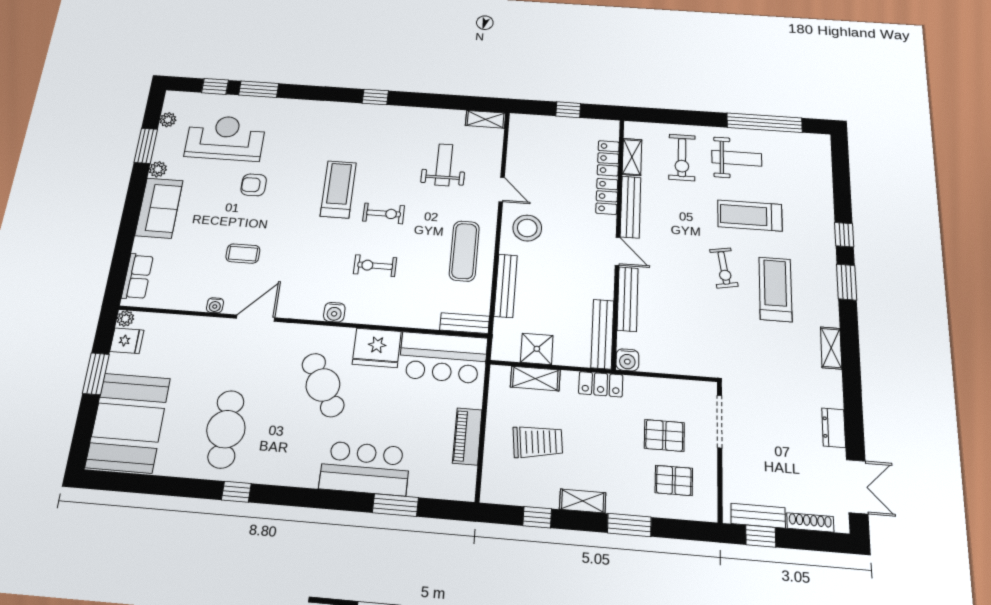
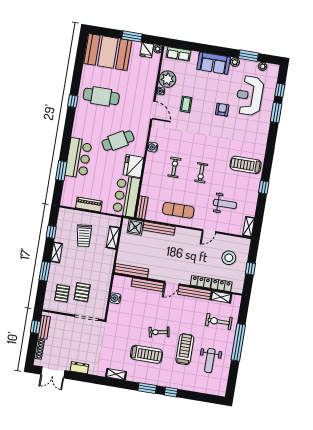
window: (375, 97) -> (264, 187), moved
window: (765, 123) -> (238, 342), moved
reception desk: (225, 138) -> (250, 96), turned 180
weight bench: (737, 158) -> (210, 361), moved
treadmill: (338, 189) -> (246, 165), moved, turned 180
stool: (527, 228) -> (229, 258), moved
plant: (190, 294) -> (167, 79), added
shower: (537, 349) -> (135, 227), moved
water cooler: (627, 360) -> (115, 298), moved
locker: (601, 384) -> (108, 267), removed

